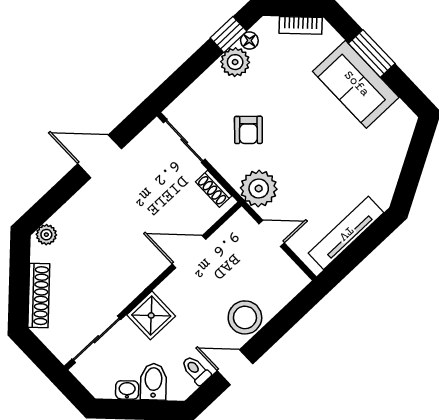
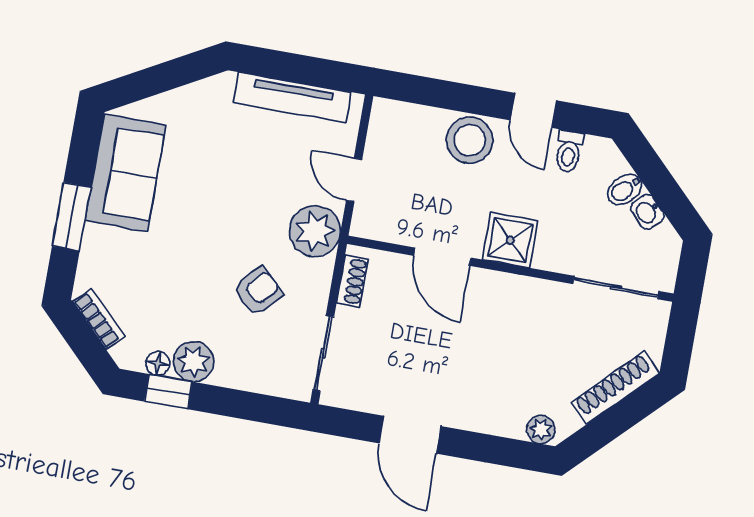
sofa: (356, 84) -> (125, 173), moved
shower: (151, 315) -> (510, 240), moved
bidet: (153, 382) -> (625, 189), width x0.72, depth x0.74

